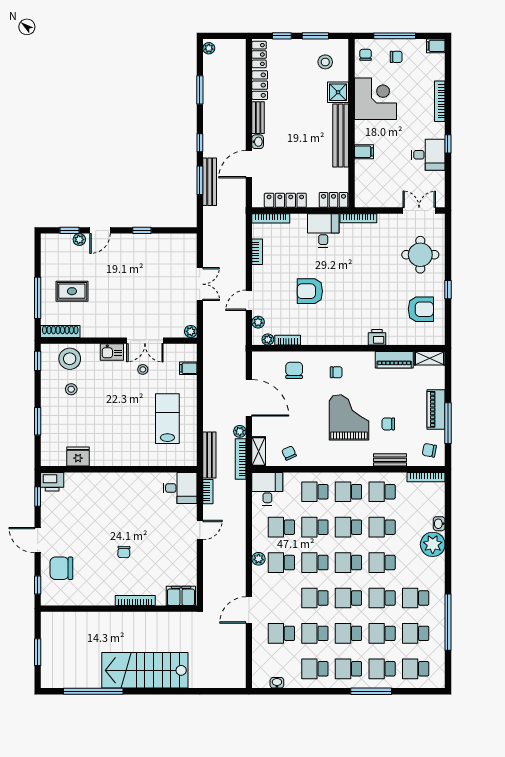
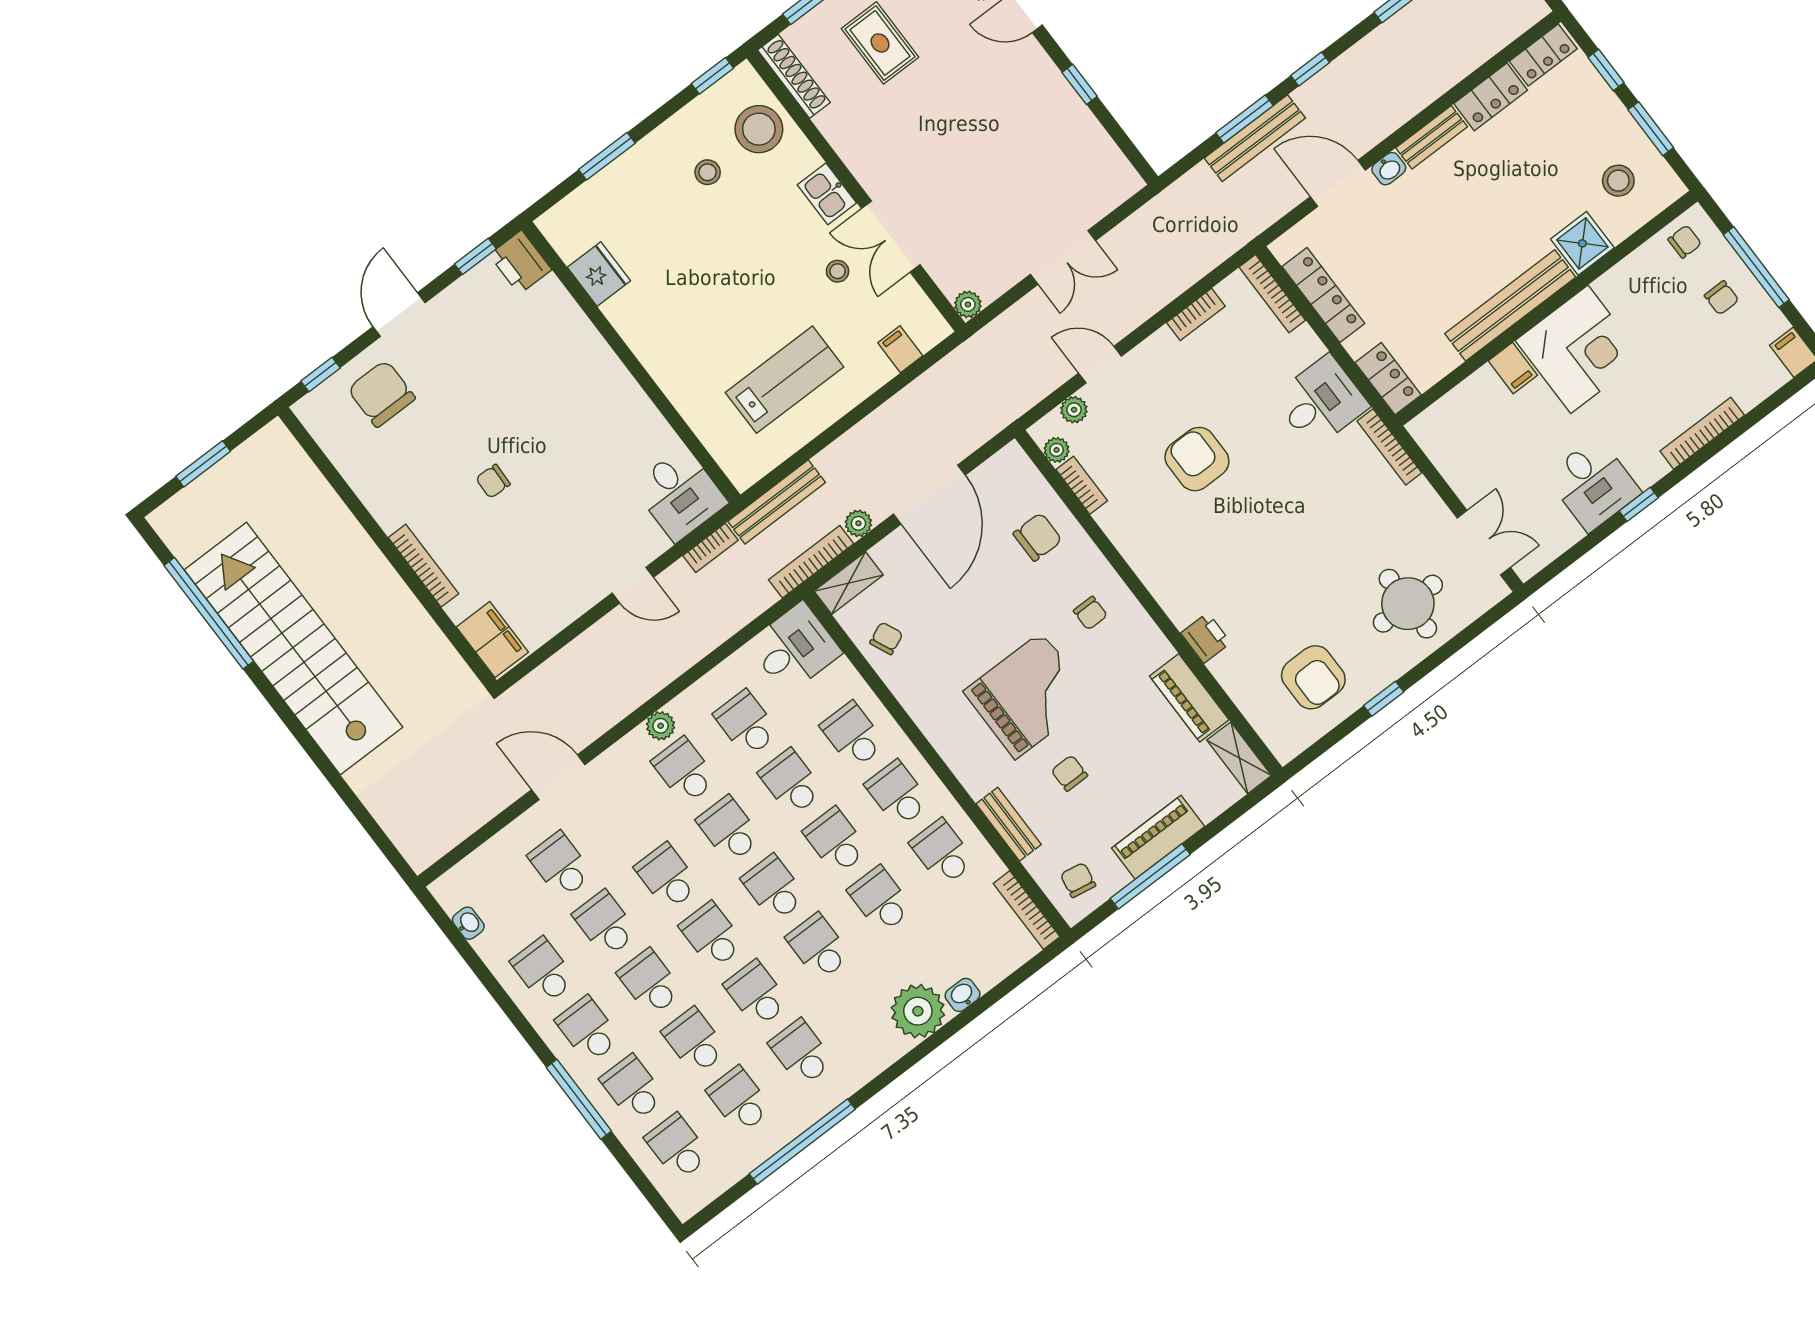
corner desk: (376, 99) -> (1579, 349), moved
stairs: (145, 670) -> (293, 648), width x1.36

